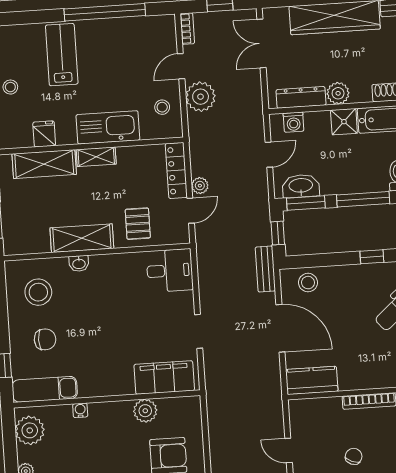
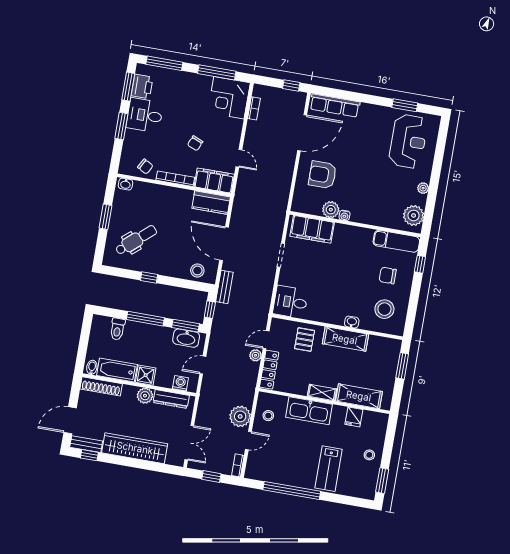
water cooler: (80, 410) -> (345, 215), moved
filing cabinet: (315, 412) -> (214, 181), added

